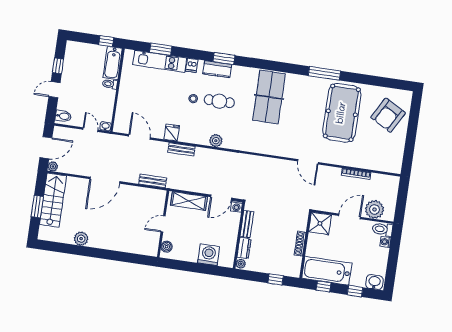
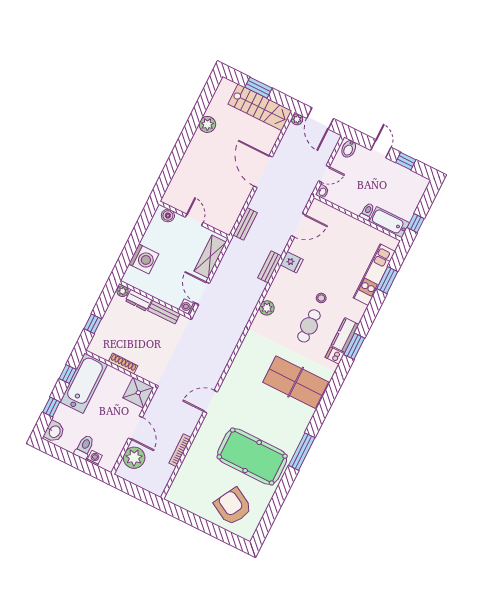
dishwasher: (192, 65) -> (335, 356), moved
toilet: (382, 229) -> (84, 447), moved

